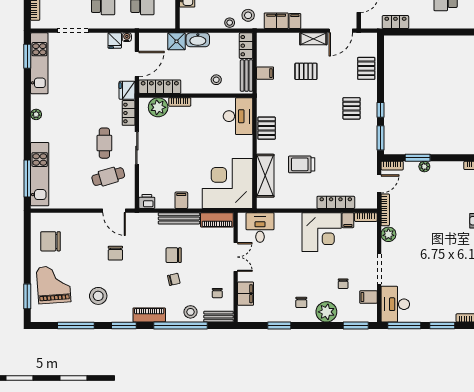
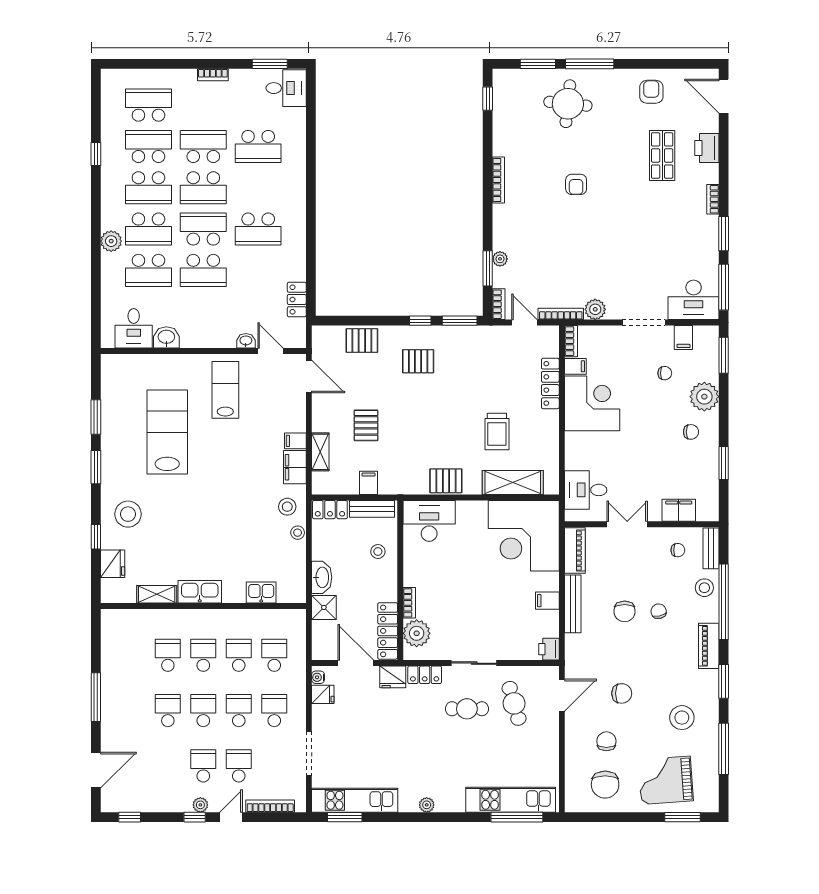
shelving: (313, 39) -> (320, 452), moved
chair: (81, 242) -> (606, 741), added

